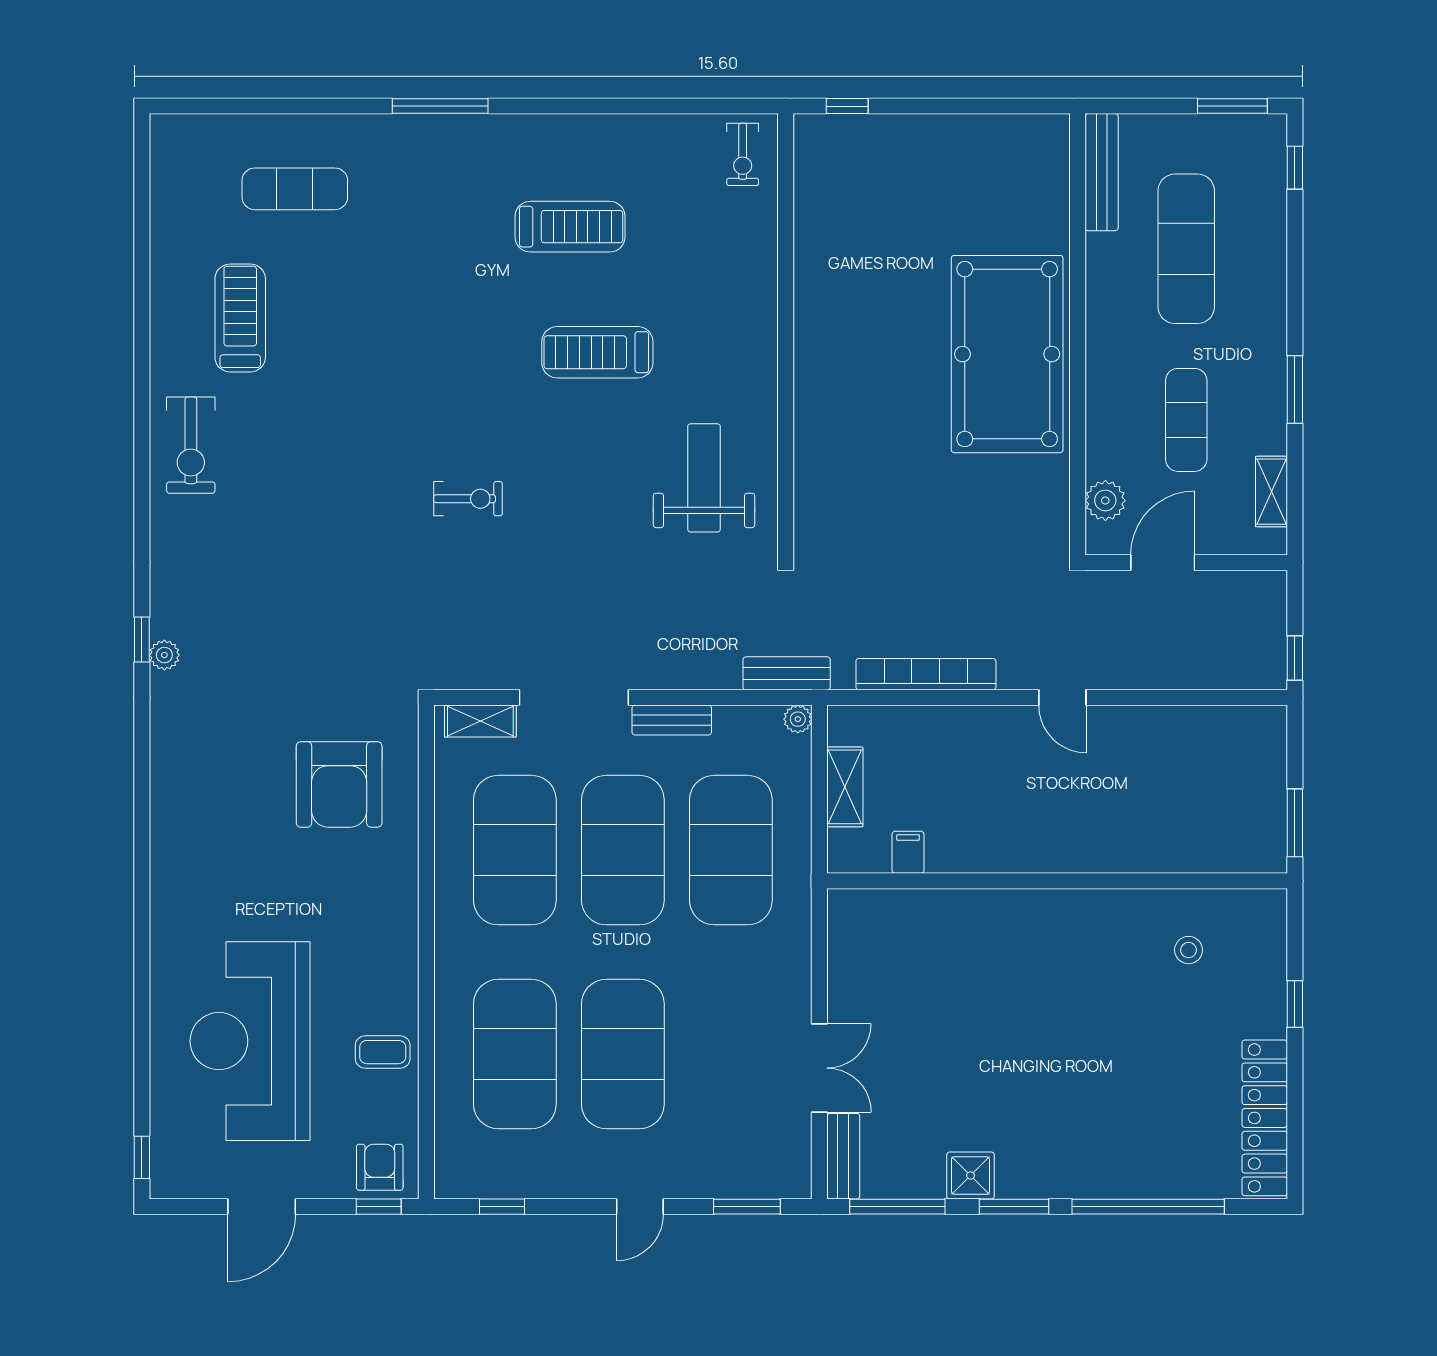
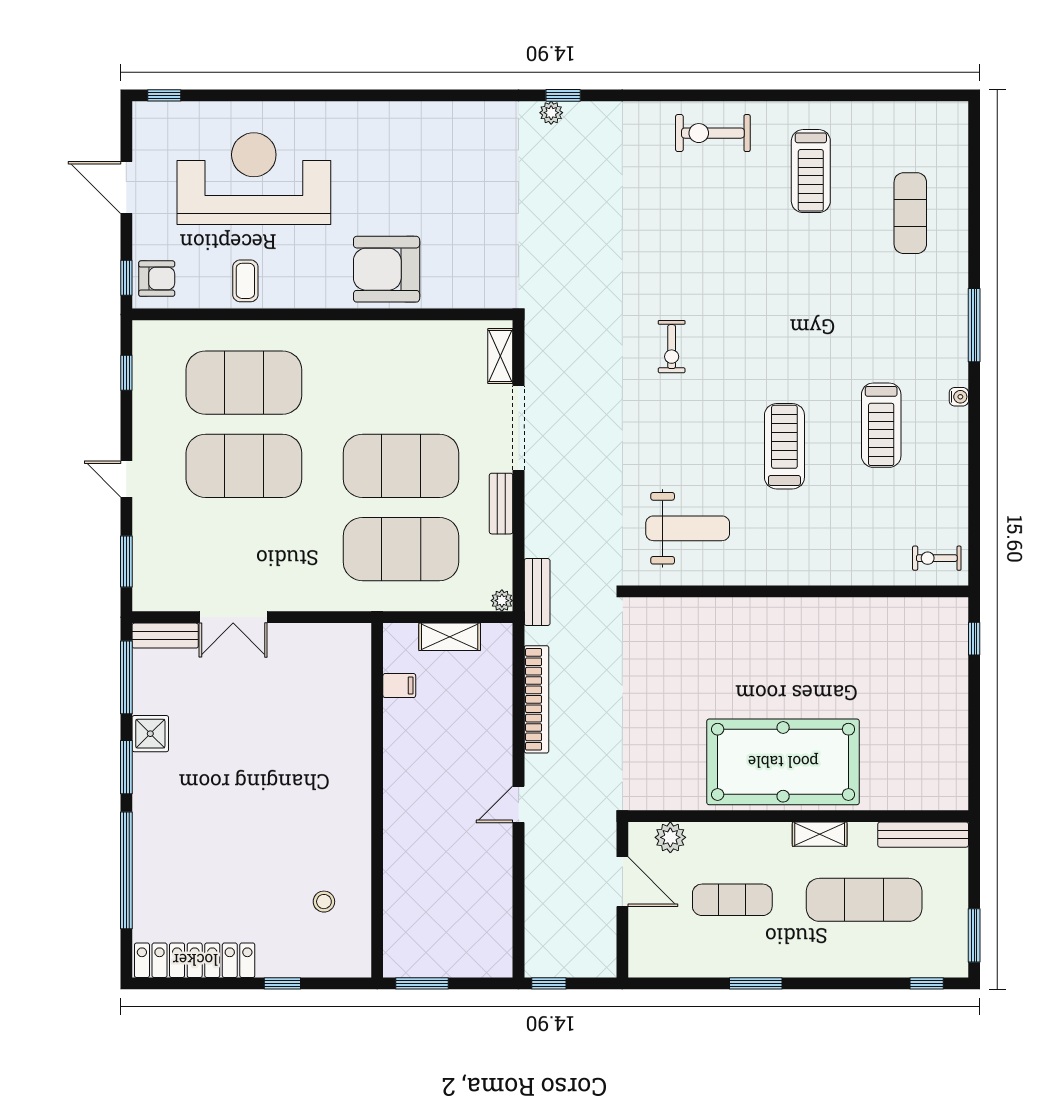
water cooler: (533, 126) -> (959, 397), added
treadmill: (240, 318) -> (811, 171), turned 90
shelving: (1271, 492) -> (820, 834), moved
armchair: (339, 784) -> (387, 269), moved
exercise mat: (515, 850) -> (401, 383), removed

